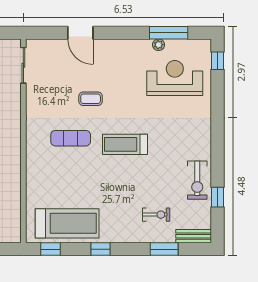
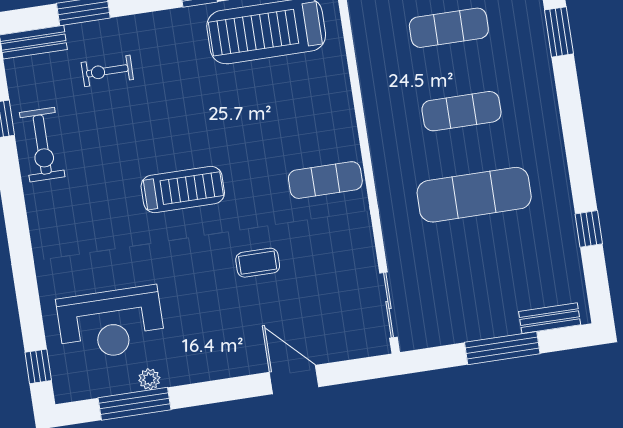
exercise mat: (71, 138) -> (325, 180), moved
exercise bike: (197, 180) -> (42, 145), turned 180

